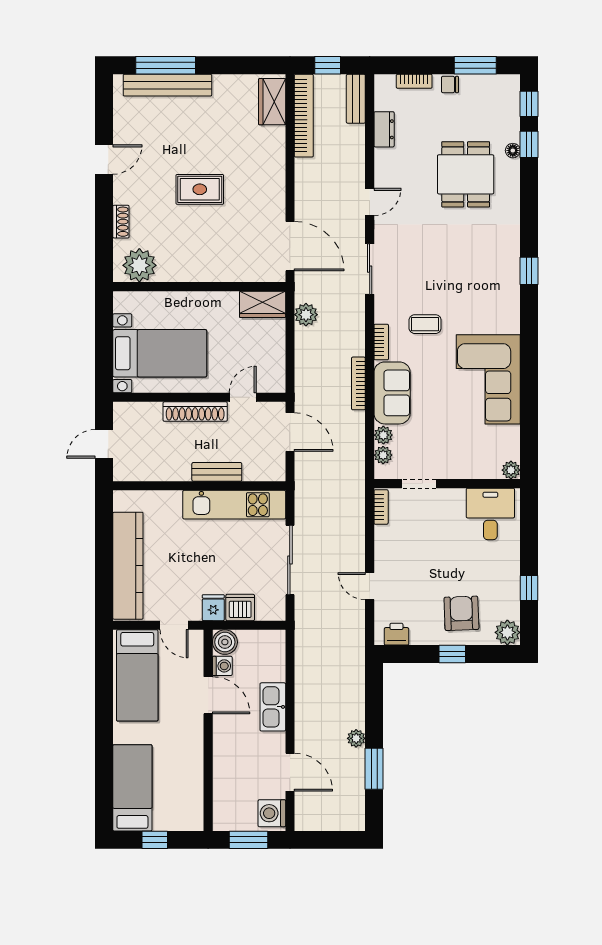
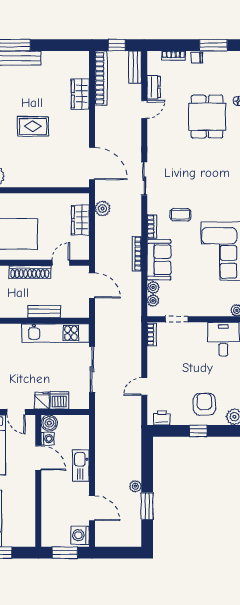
wardrobe: (272, 102) -> (80, 94), moved
door: (370, 202) -> (144, 109), moved
wardrobe: (263, 304) -> (80, 220), moved, turned 90
door: (370, 586) -> (144, 386), hinge flipped

